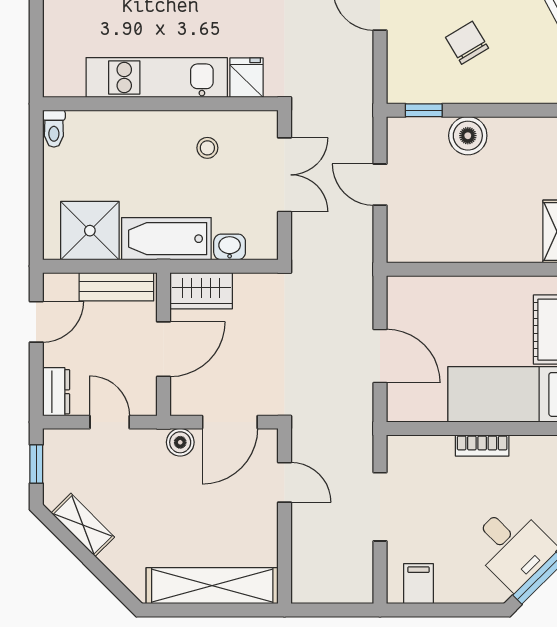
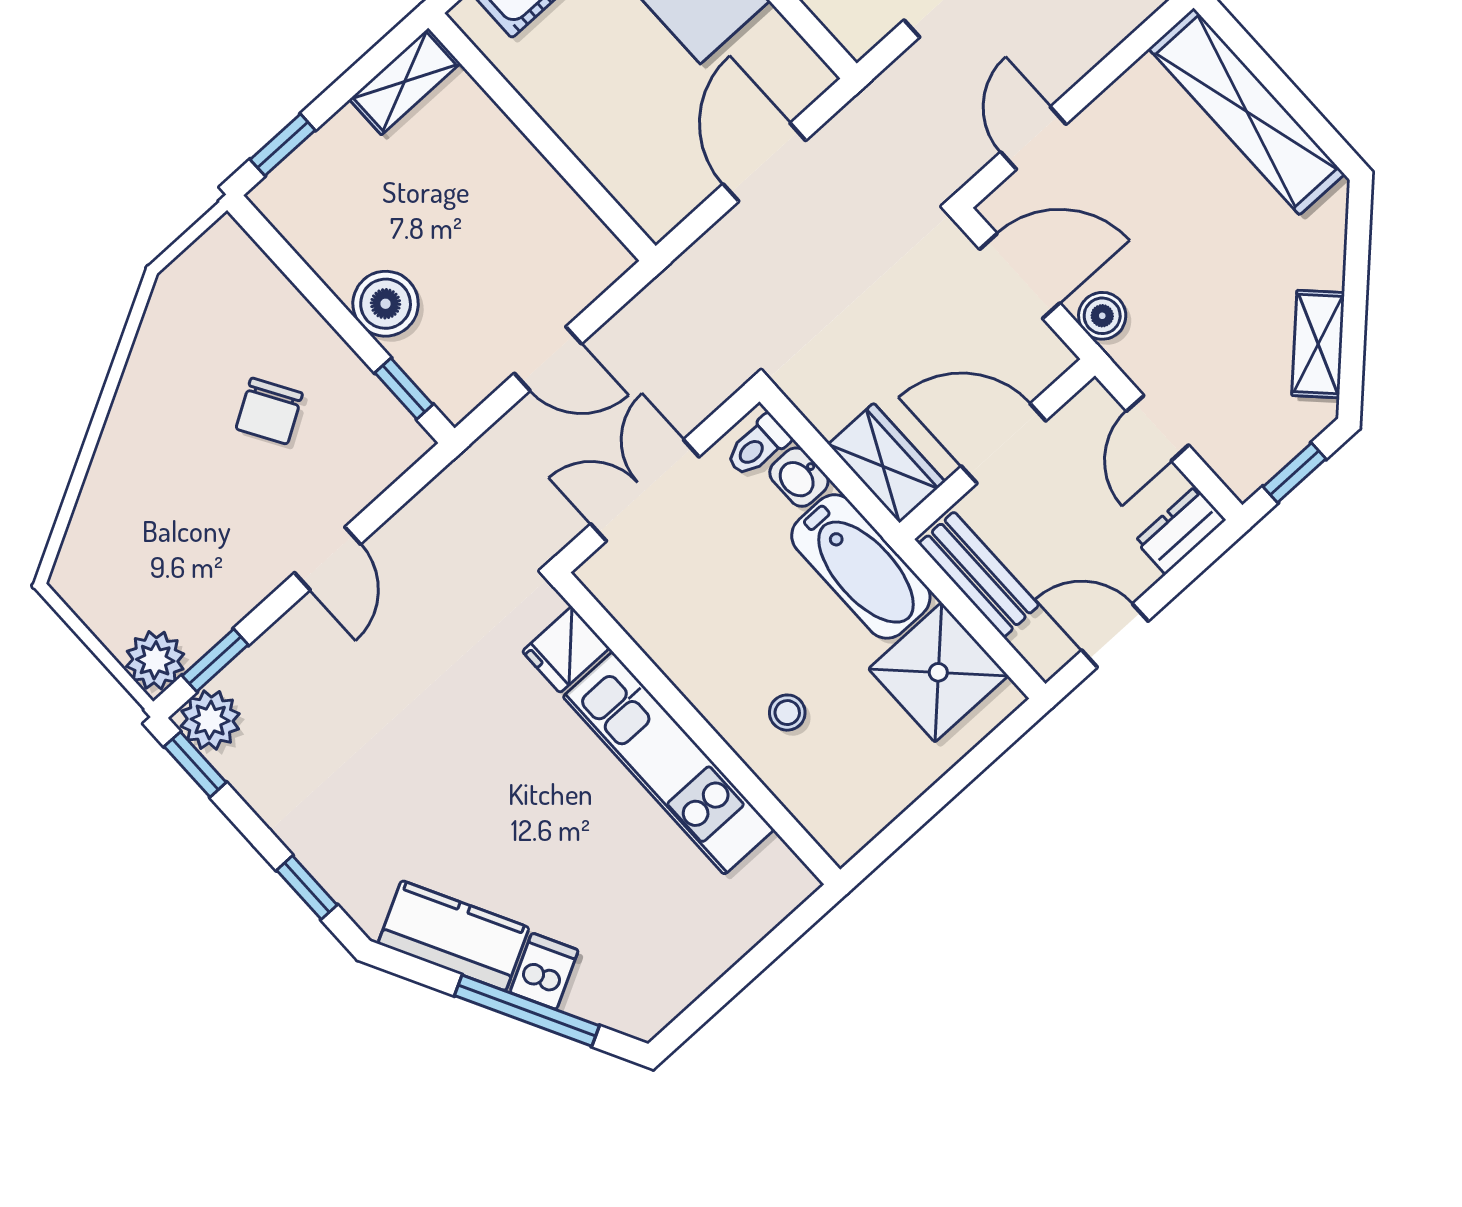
toilet: (54, 129) -> (758, 446), moved, turned 180
stool: (207, 148) -> (787, 713), moved
door: (380, 185) -> (548, 359), hinge flipped

